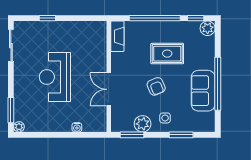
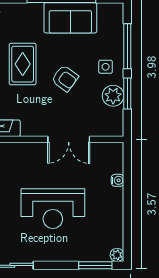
armchair: (156, 86) -> (65, 78), turned 59
window: (132, 135) -> (127, 93), moved
window: (181, 135) -> (127, 46), width x1.44

